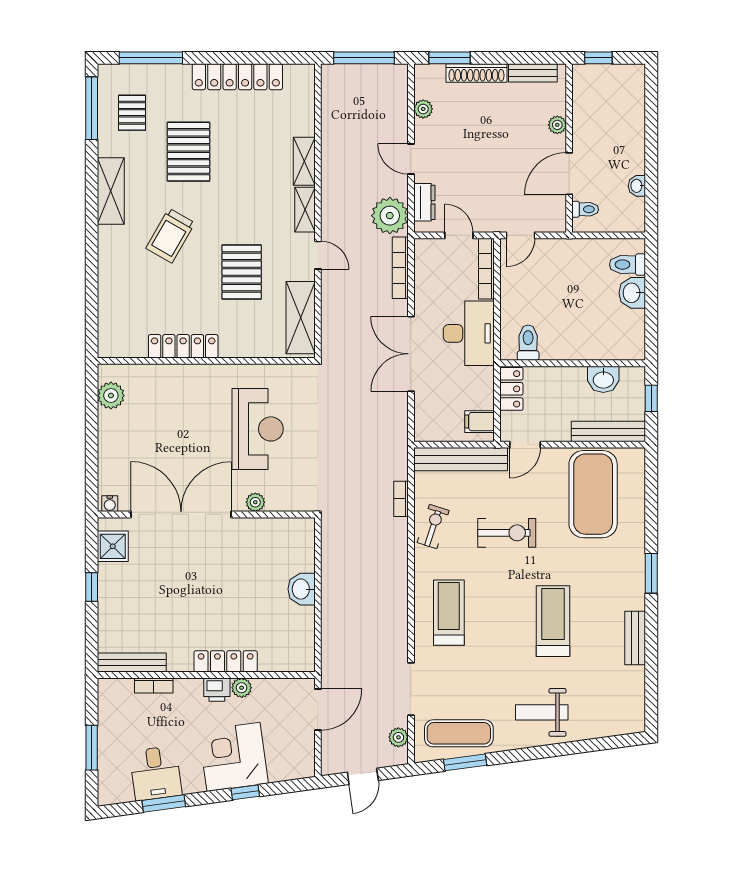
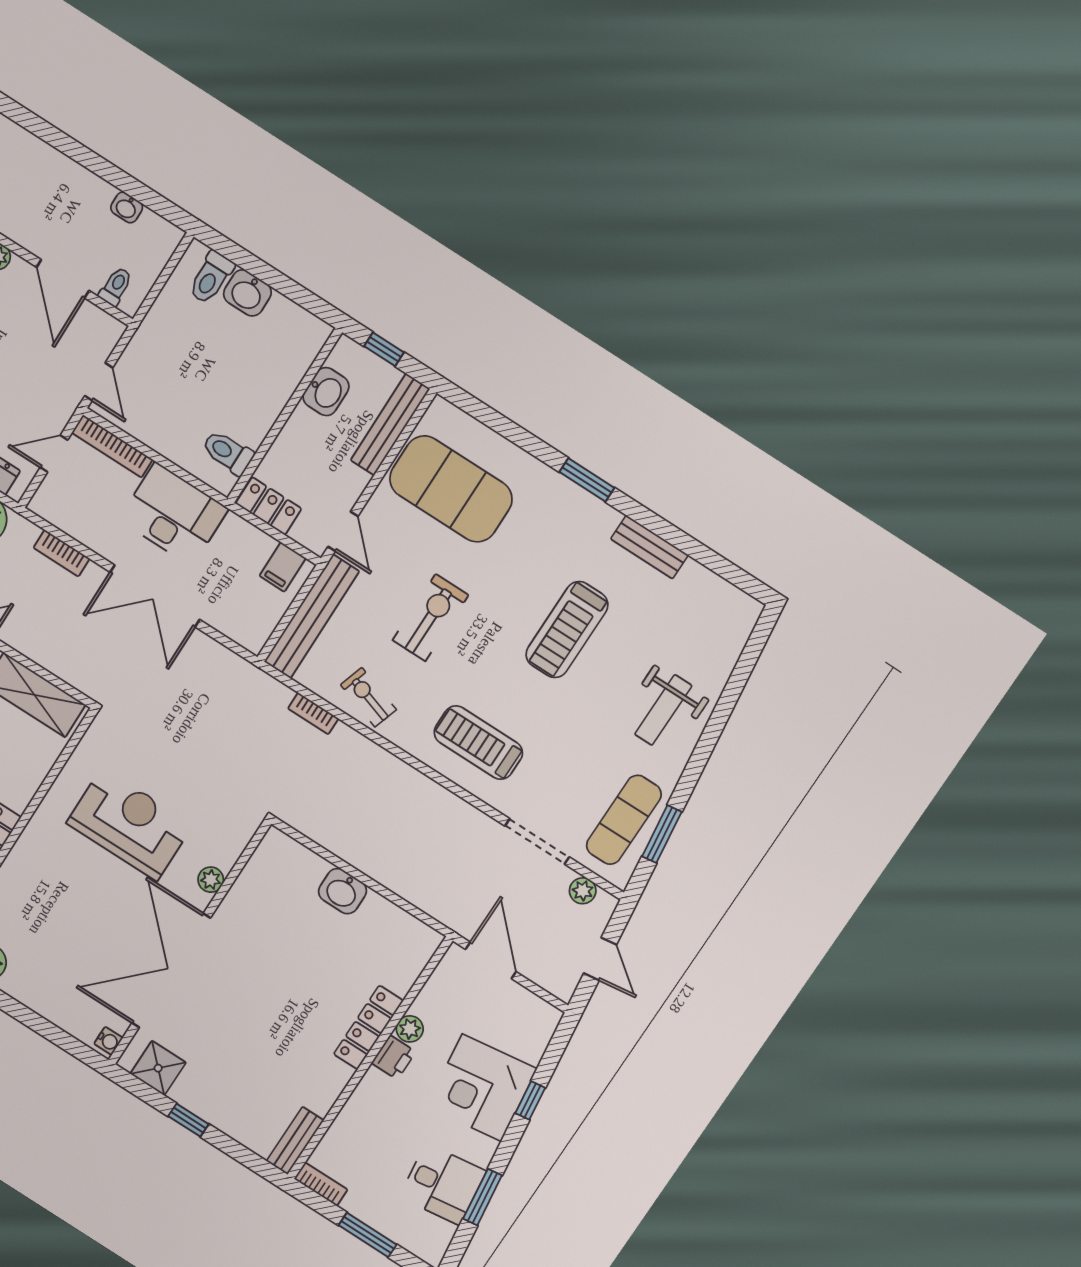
bookcase: (400, 268) -> (62, 553), width x0.64
treadmill: (553, 621) -> (567, 630), turned -90
bench: (132, 663) -> (295, 1141), width x0.73
bookcase: (154, 685) -> (321, 1184), moved, turned -90

